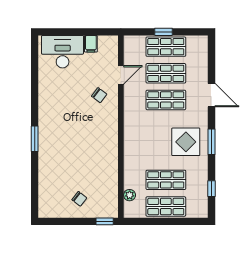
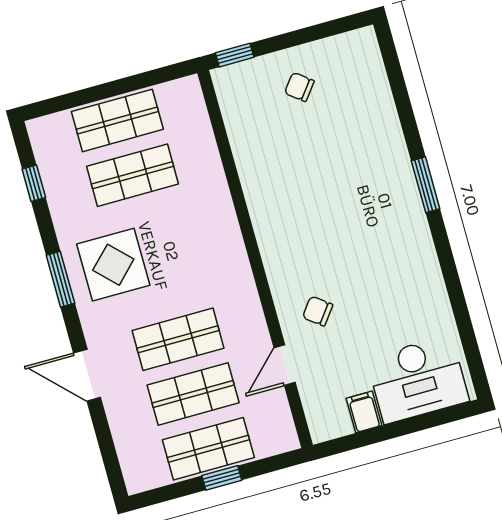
plant: (130, 195) -> (198, 123), removed

